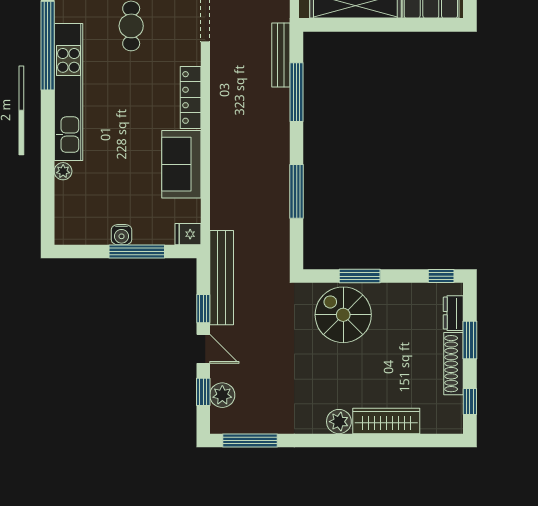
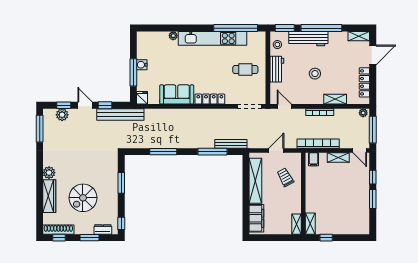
spiral stairs: (343, 315) -> (83, 198), moved, turned 180
door: (203, 349) -> (85, 105), swing flipped
shoe rack: (454, 364) -> (58, 230), moved

